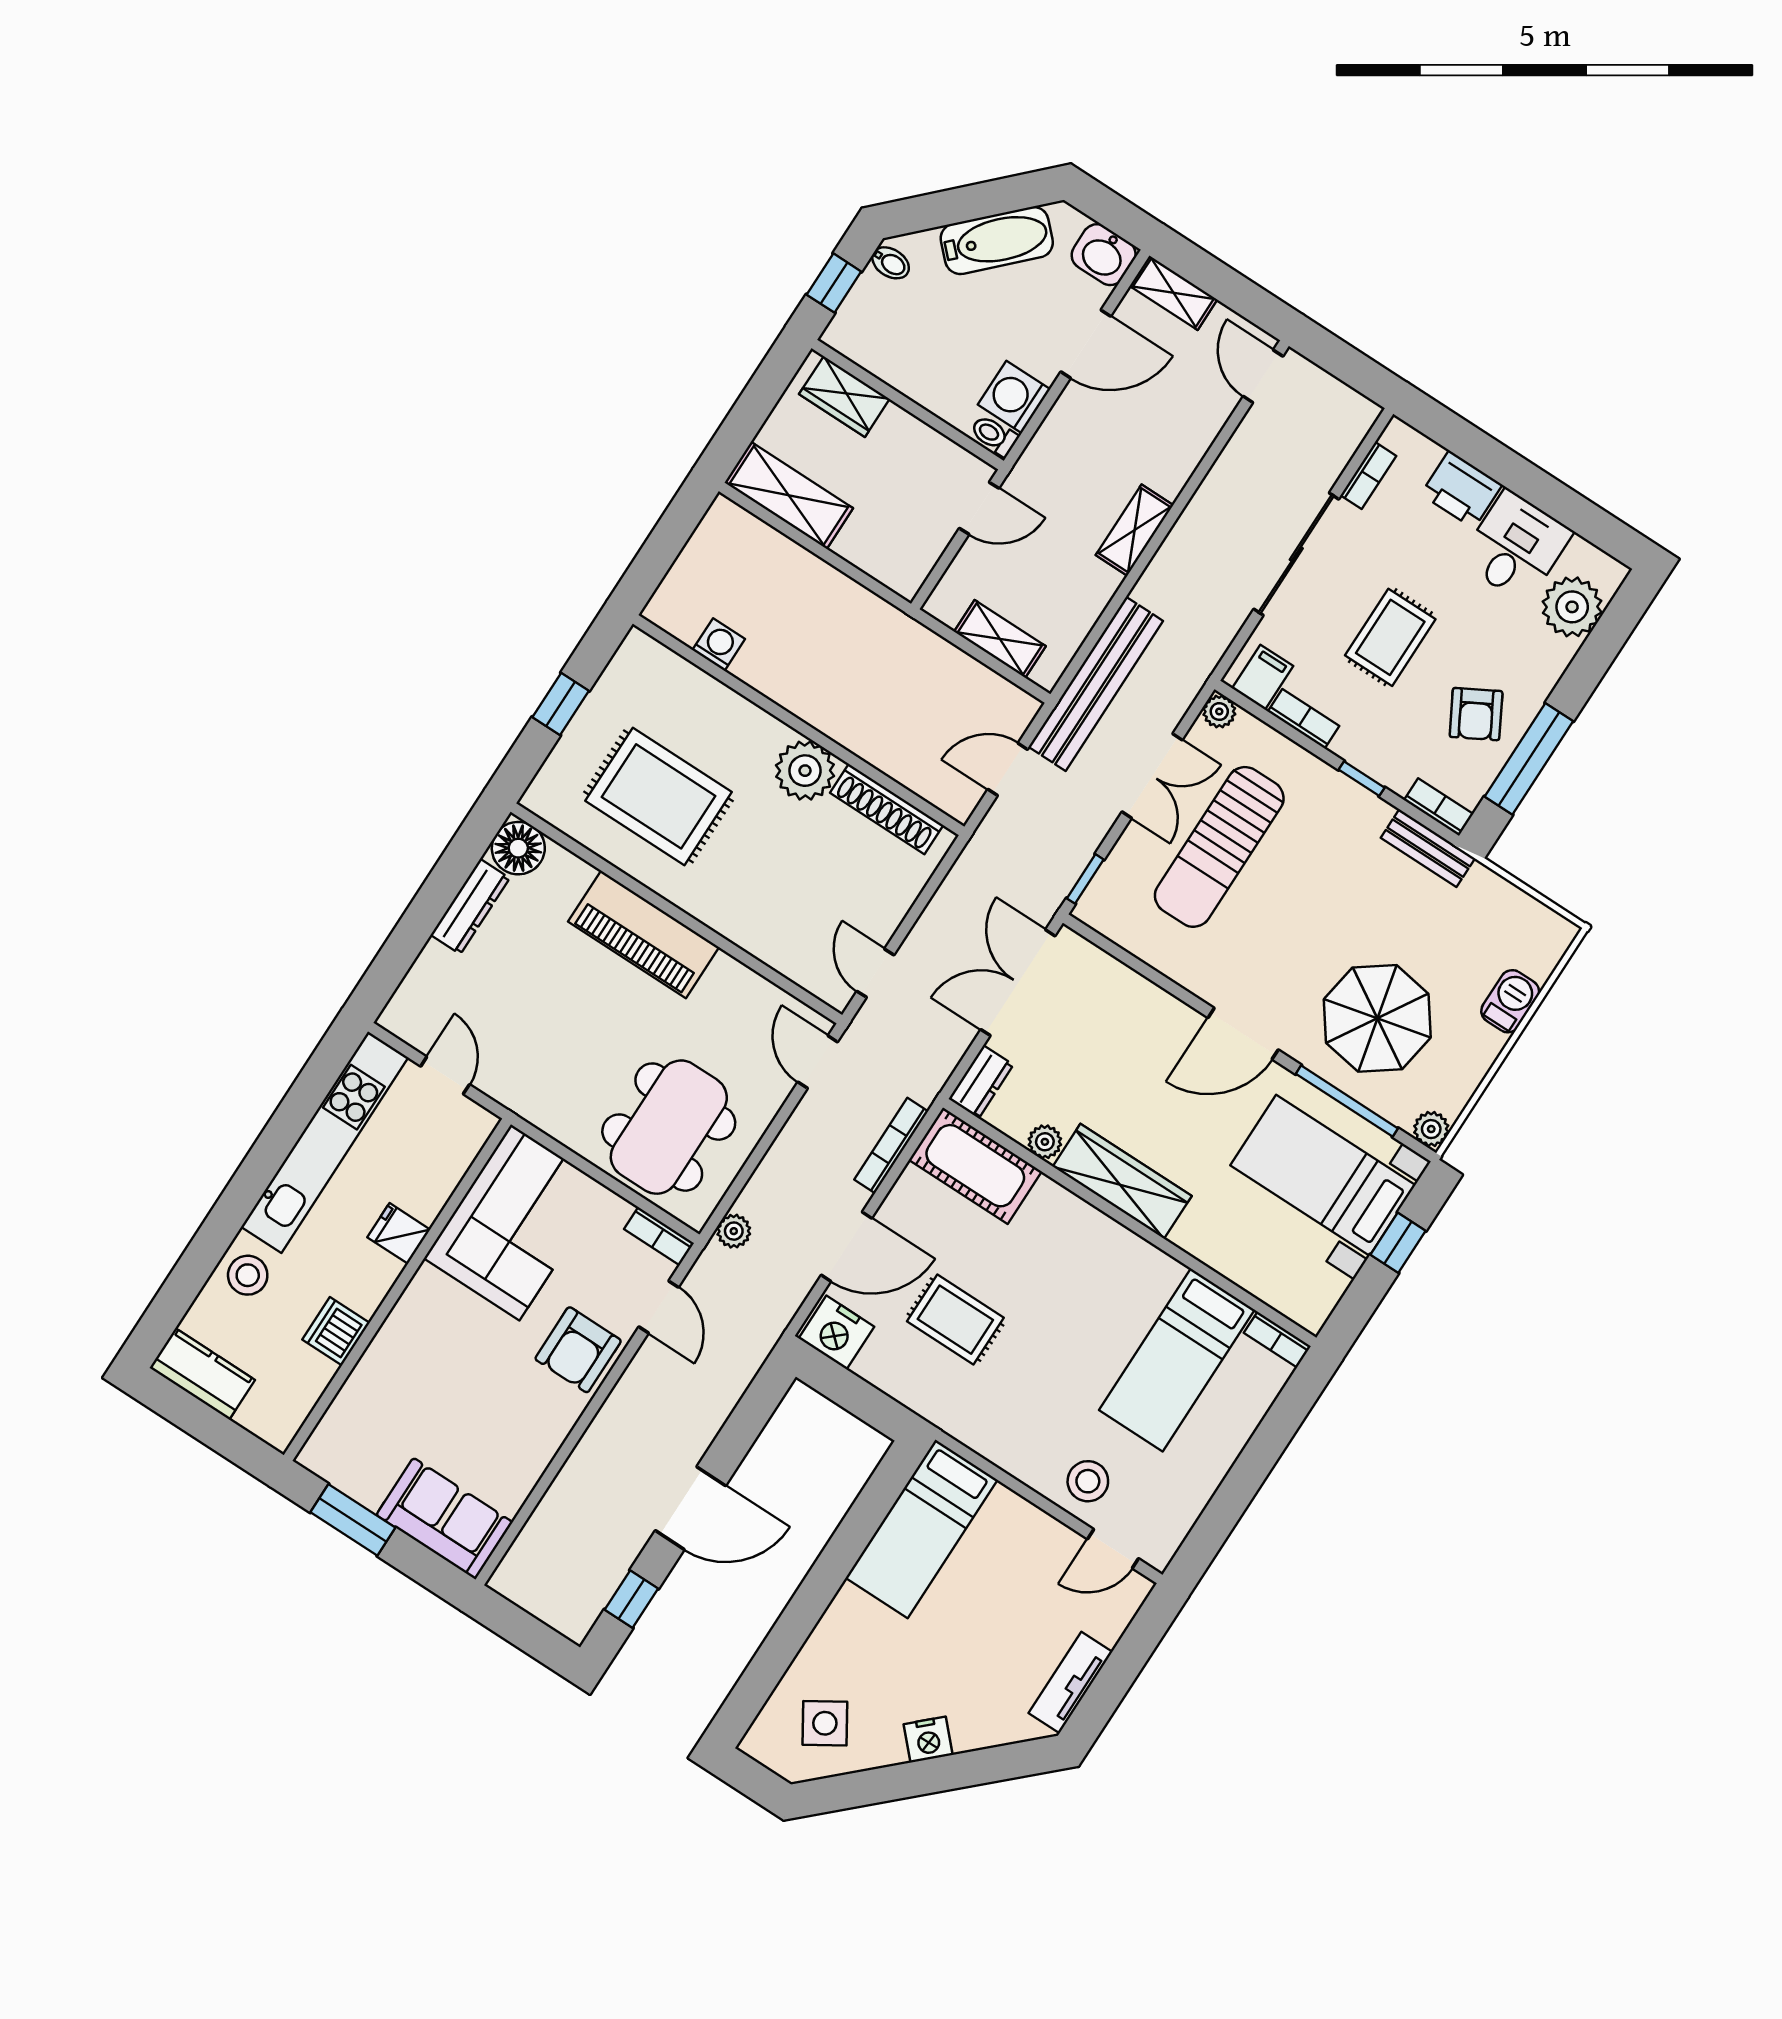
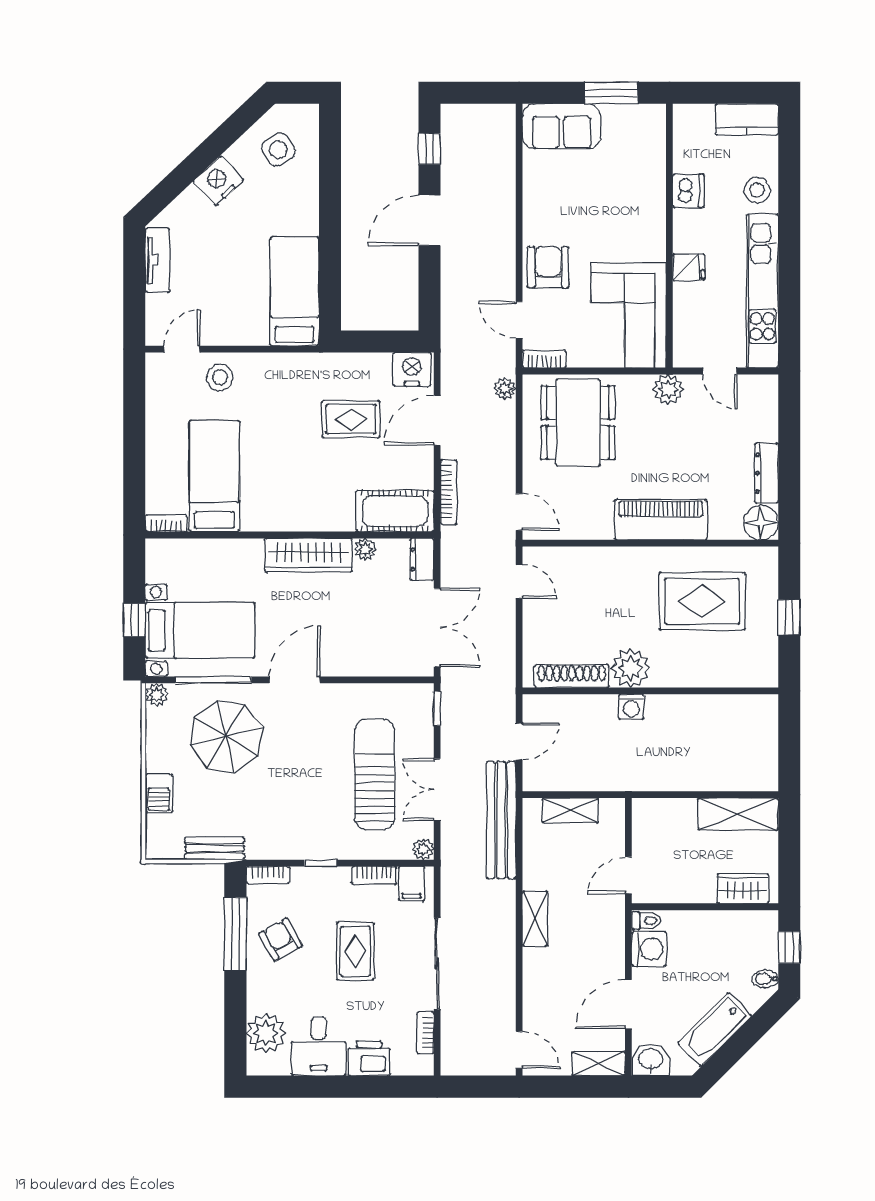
washing machine: (719, 645) -> (631, 707), moved
bench: (1428, 848) -> (214, 848), moved
plant: (526, 1095) -> (668, 389), added
nightstand: (928, 1740) -> (218, 181), width x1.36, depth x1.33

